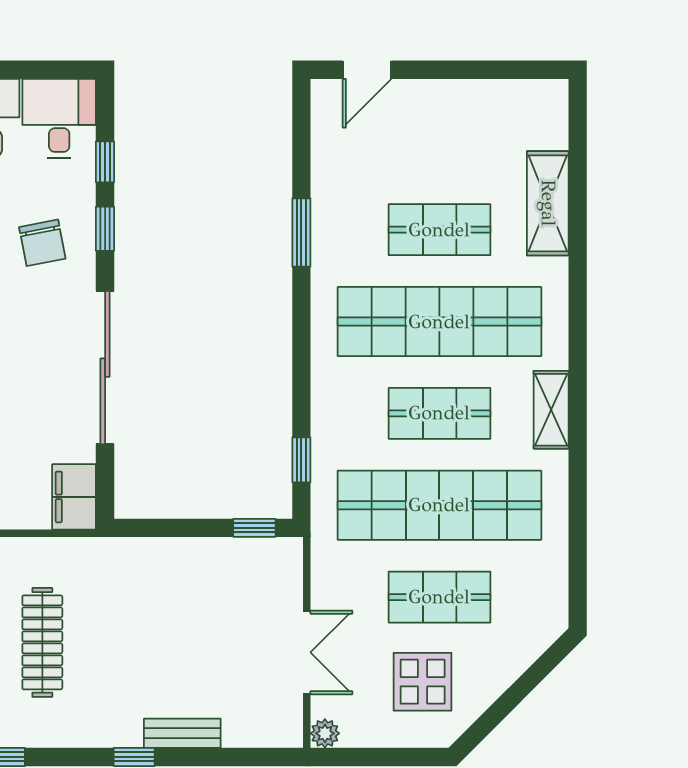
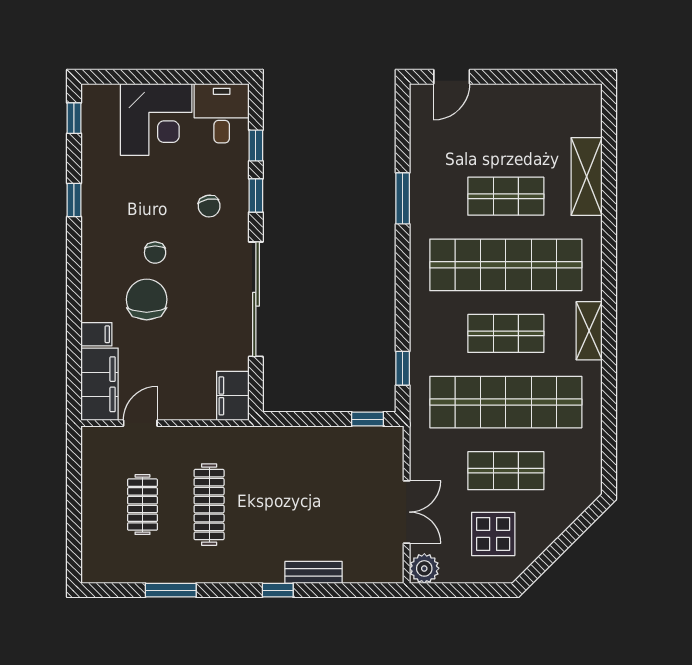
chair: (42, 243) -> (209, 206), width x0.73, depth x0.73
plant: (325, 733) -> (424, 568), width x1.38, depth x1.38

